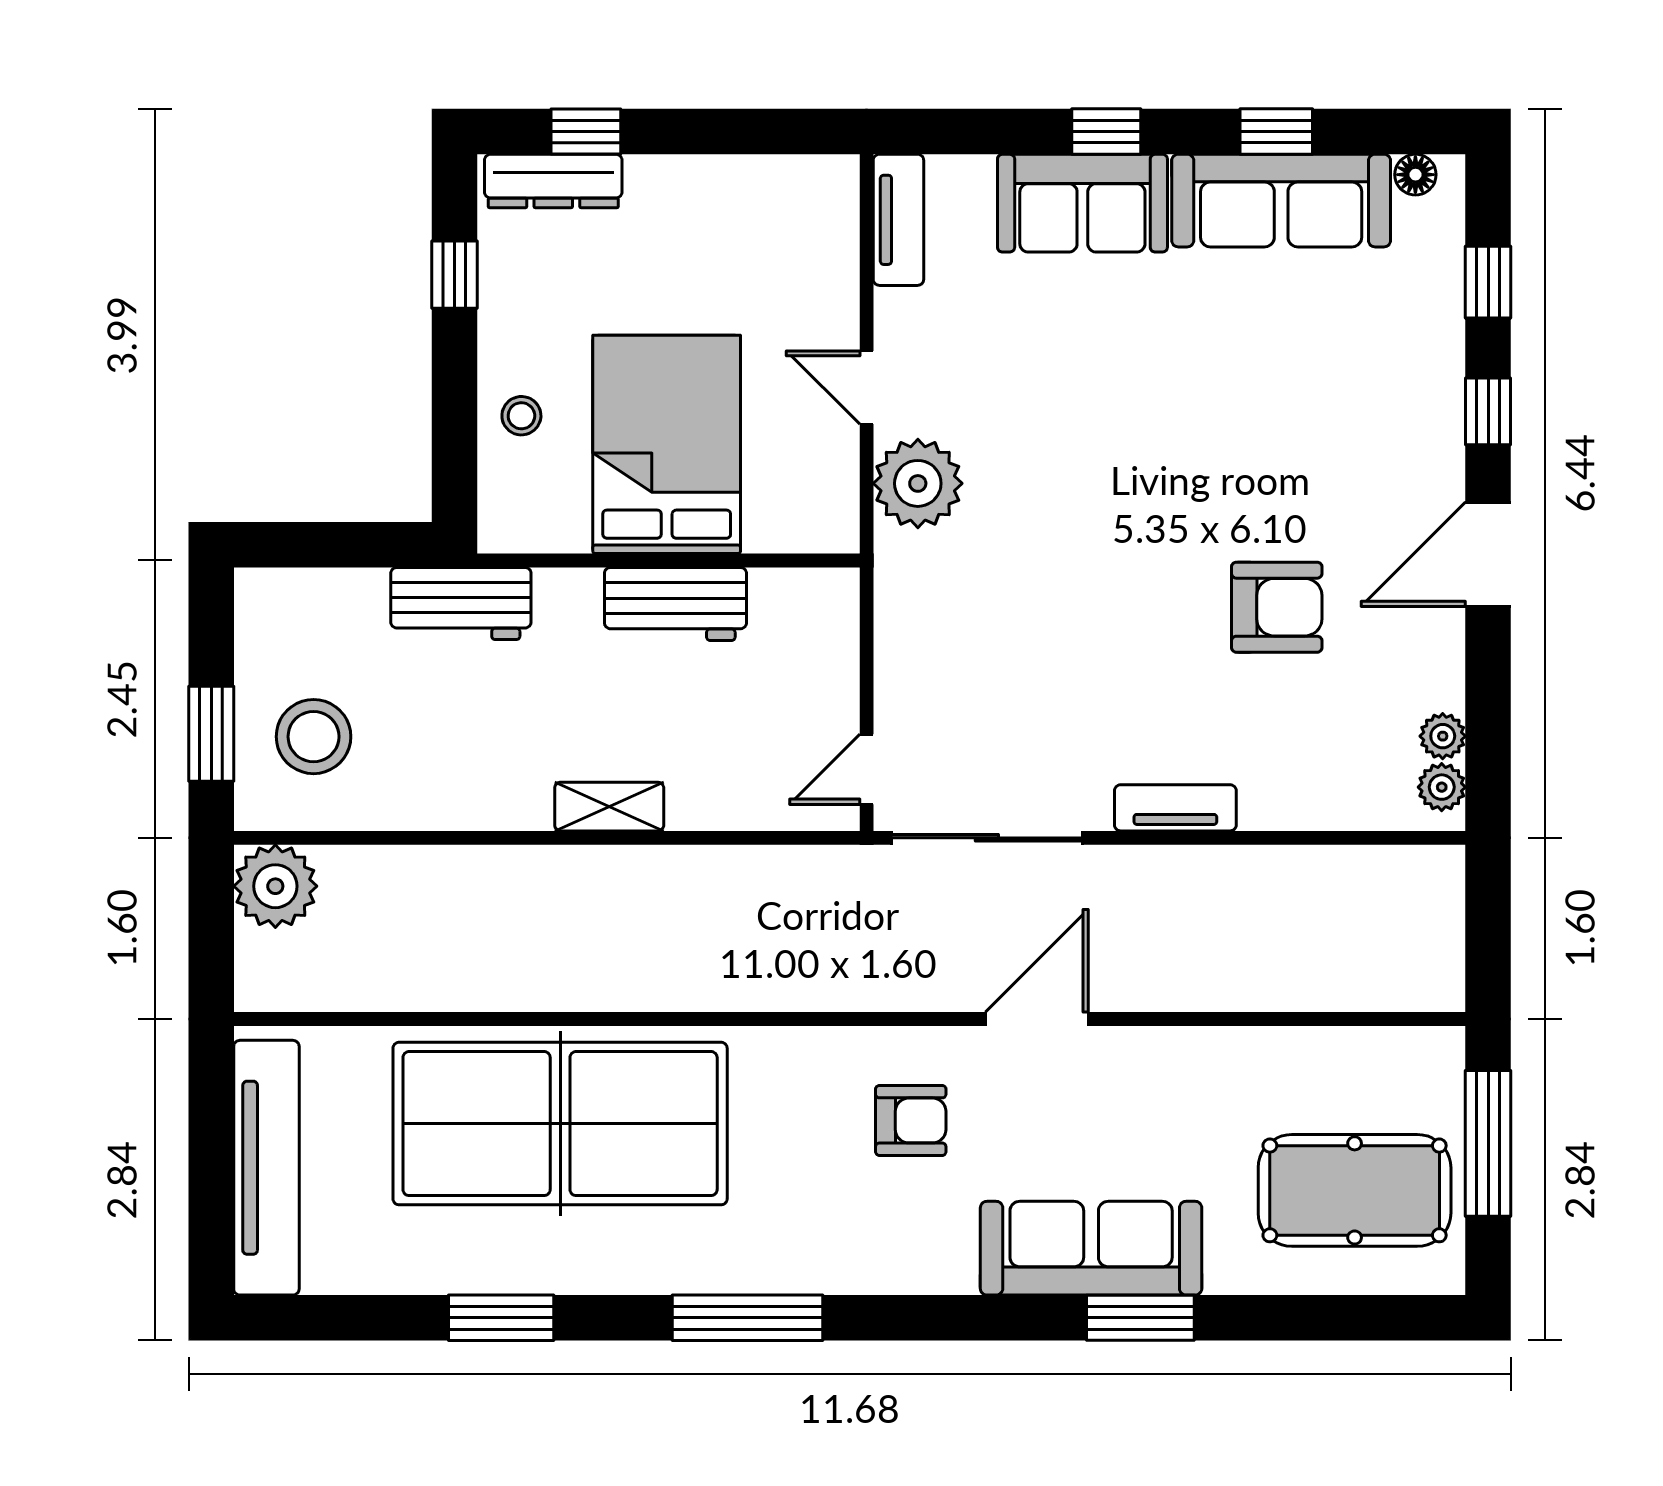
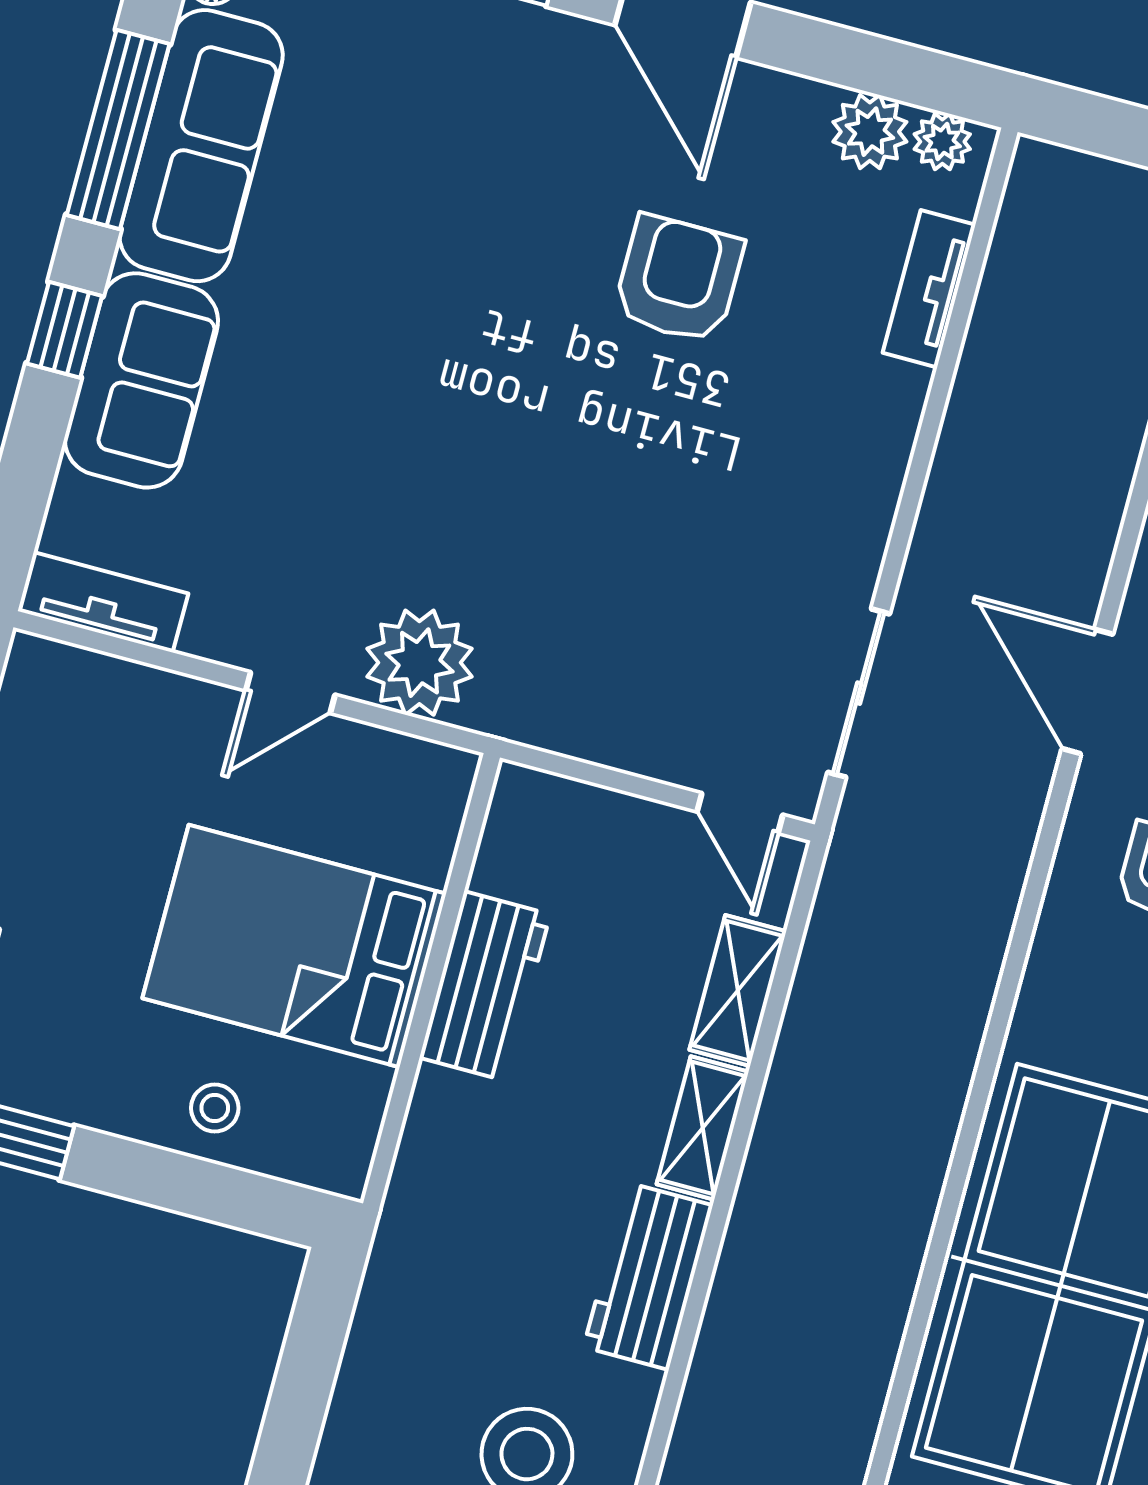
window: (1276, 131) -> (118, 130), width x2.17
workbench: (461, 603) -> (648, 1276), moved, turned 180
plant: (1443, 736) -> (870, 132), width x1.38, depth x1.38
shelving: (726, 805) -> (738, 991), added
tv unit: (1175, 808) -> (929, 289), moved
sliding door: (987, 838) -> (859, 693), width x0.73

